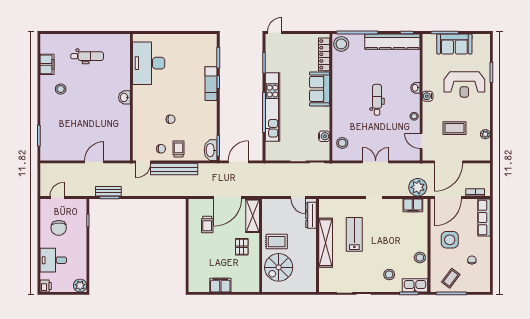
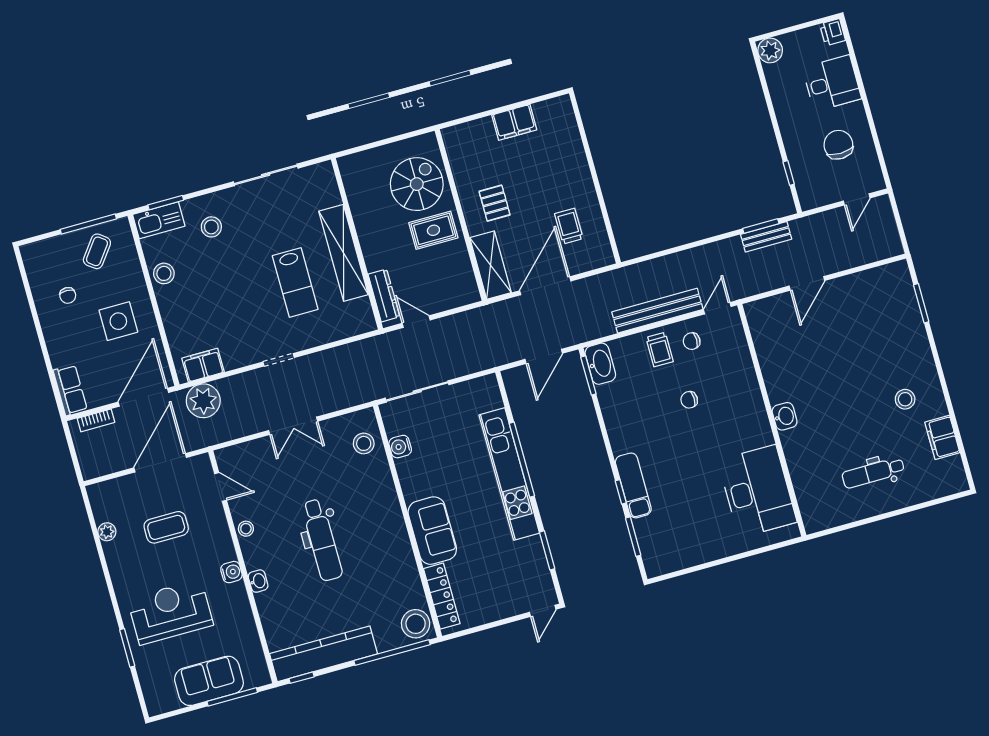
dental chair: (377, 100) -> (322, 540), width x1.36, depth x1.38
row of seats: (484, 217) -> (70, 390), width x0.68

